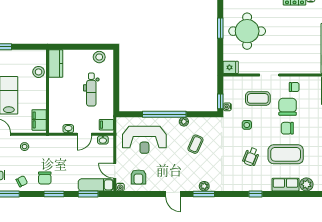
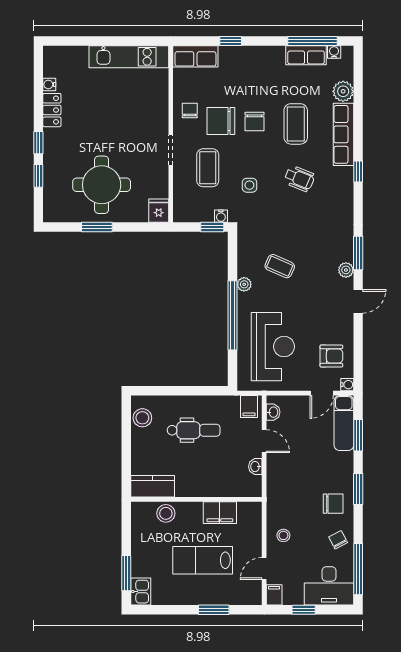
filing cabinet: (39, 120) -> (220, 513), moved
coffee table: (286, 154) -> (296, 124), width x0.73, depth x0.76
row of seats: (285, 185) -> (343, 134), width x1.48
plant: (204, 186) -> (346, 270), moved

